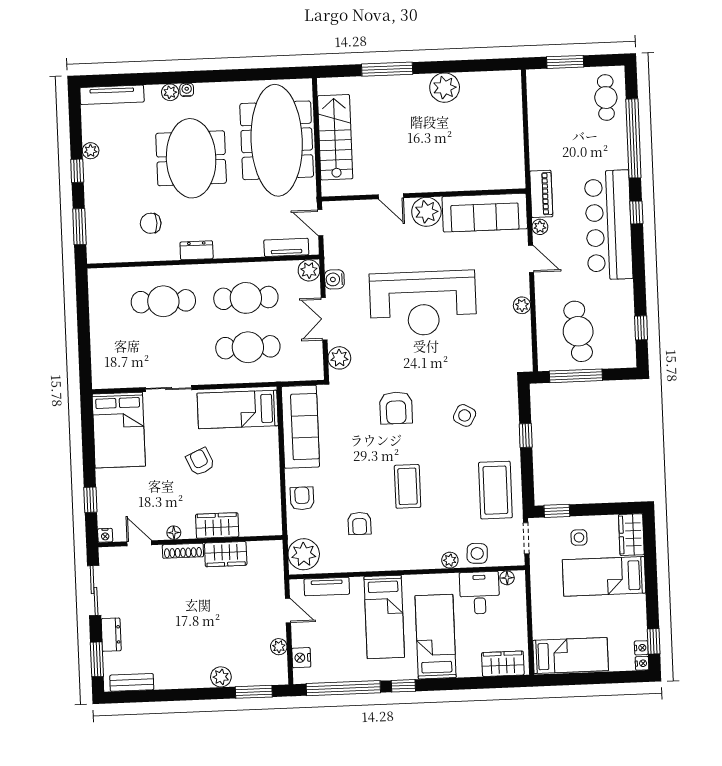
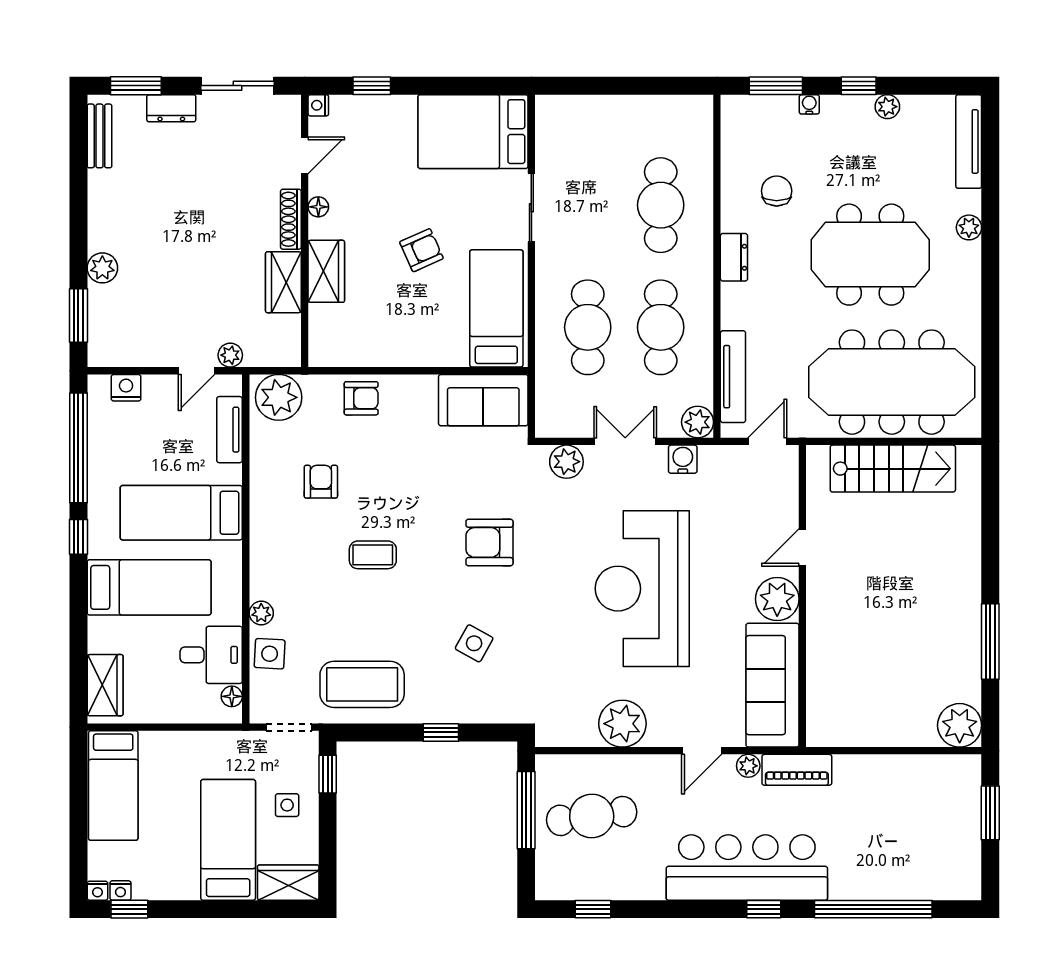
window: (387, 69) -> (990, 641), moved
plant: (445, 88) -> (960, 725), moved
water cooler: (187, 90) -> (809, 104), moved, turned -90
cafe table: (606, 98) -> (935, 871), removed
tv unit: (286, 247) -> (733, 377), width x1.41
plant: (522, 305) -> (622, 724), width x1.88, depth x1.88
sofa: (300, 427) -> (483, 400), width x0.73
coffee table: (408, 486) -> (373, 555), width x0.73, depth x0.77
armchair: (359, 523) -> (321, 482), turned 90
plant: (279, 647) -> (230, 355), moved

